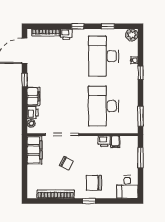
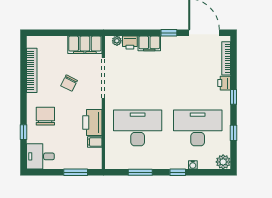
window: (140, 116) -> (140, 172), moved
printer: (104, 141) -> (92, 122), width x1.87, depth x1.48
window: (89, 201) -> (24, 132), moved

